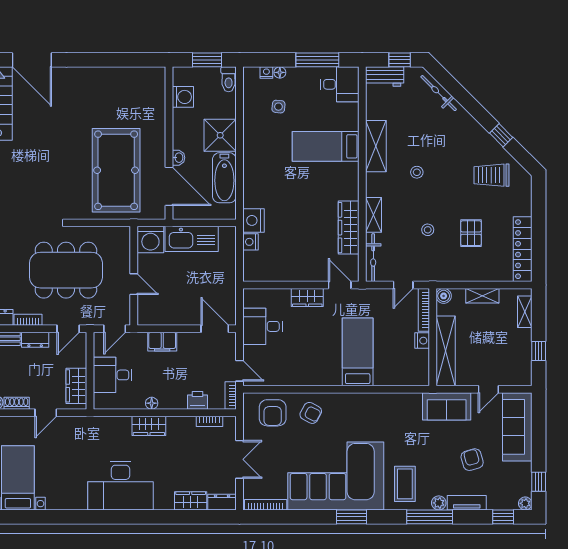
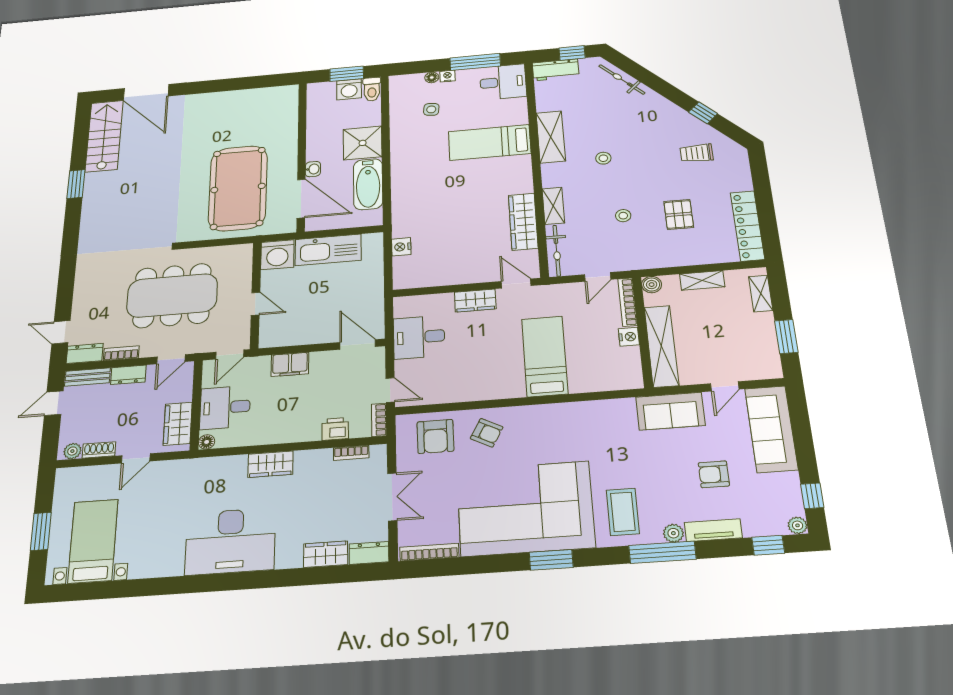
nightstand: (266, 73) -> (448, 76), moved
washing machine: (183, 97) -> (349, 89), moved, turned 90
trolley: (491, 175) -> (697, 153), width x0.73, depth x0.72
nightstand: (254, 220) -> (405, 224), removed
window: (539, 351) -> (786, 337), width x1.50
floor lamp: (152, 403) -> (207, 442), moved
armchair: (472, 460) -> (714, 474), turned -74

